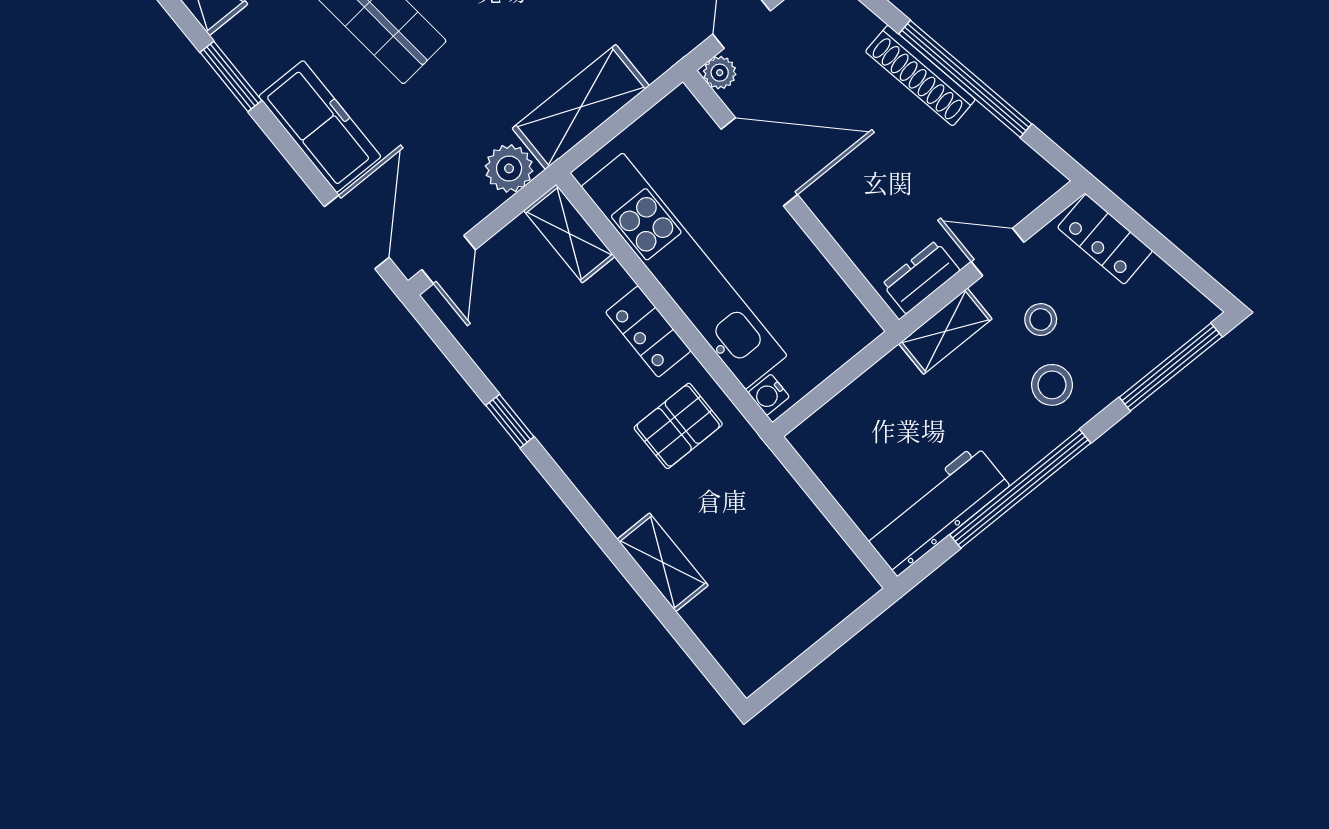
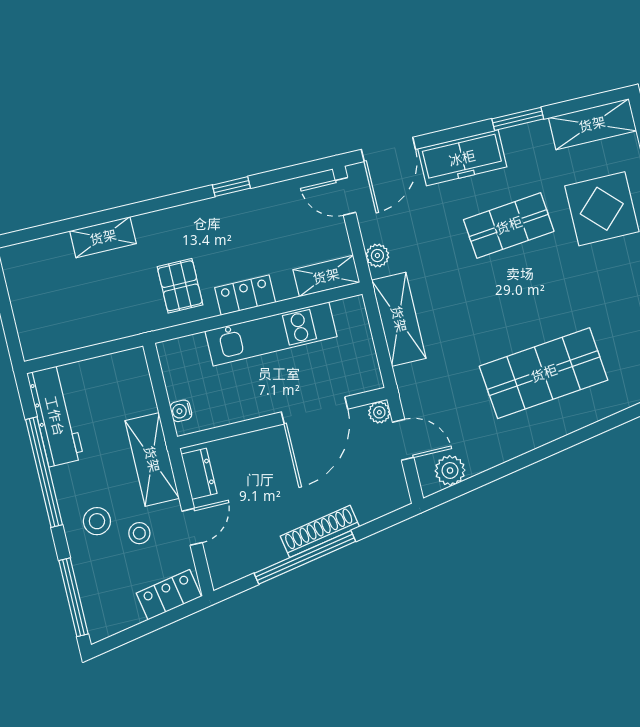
plant: (509, 168) -> (377, 256), width x0.73, depth x0.73
door: (357, 232) -> (388, 149), hinge flipped
kitchen unit: (684, 271) -> (271, 334), width x0.73
shelving: (945, 331) -> (152, 459), width x1.50, depth x1.33
water cooler: (769, 395) -> (181, 411), moved, turned -90

